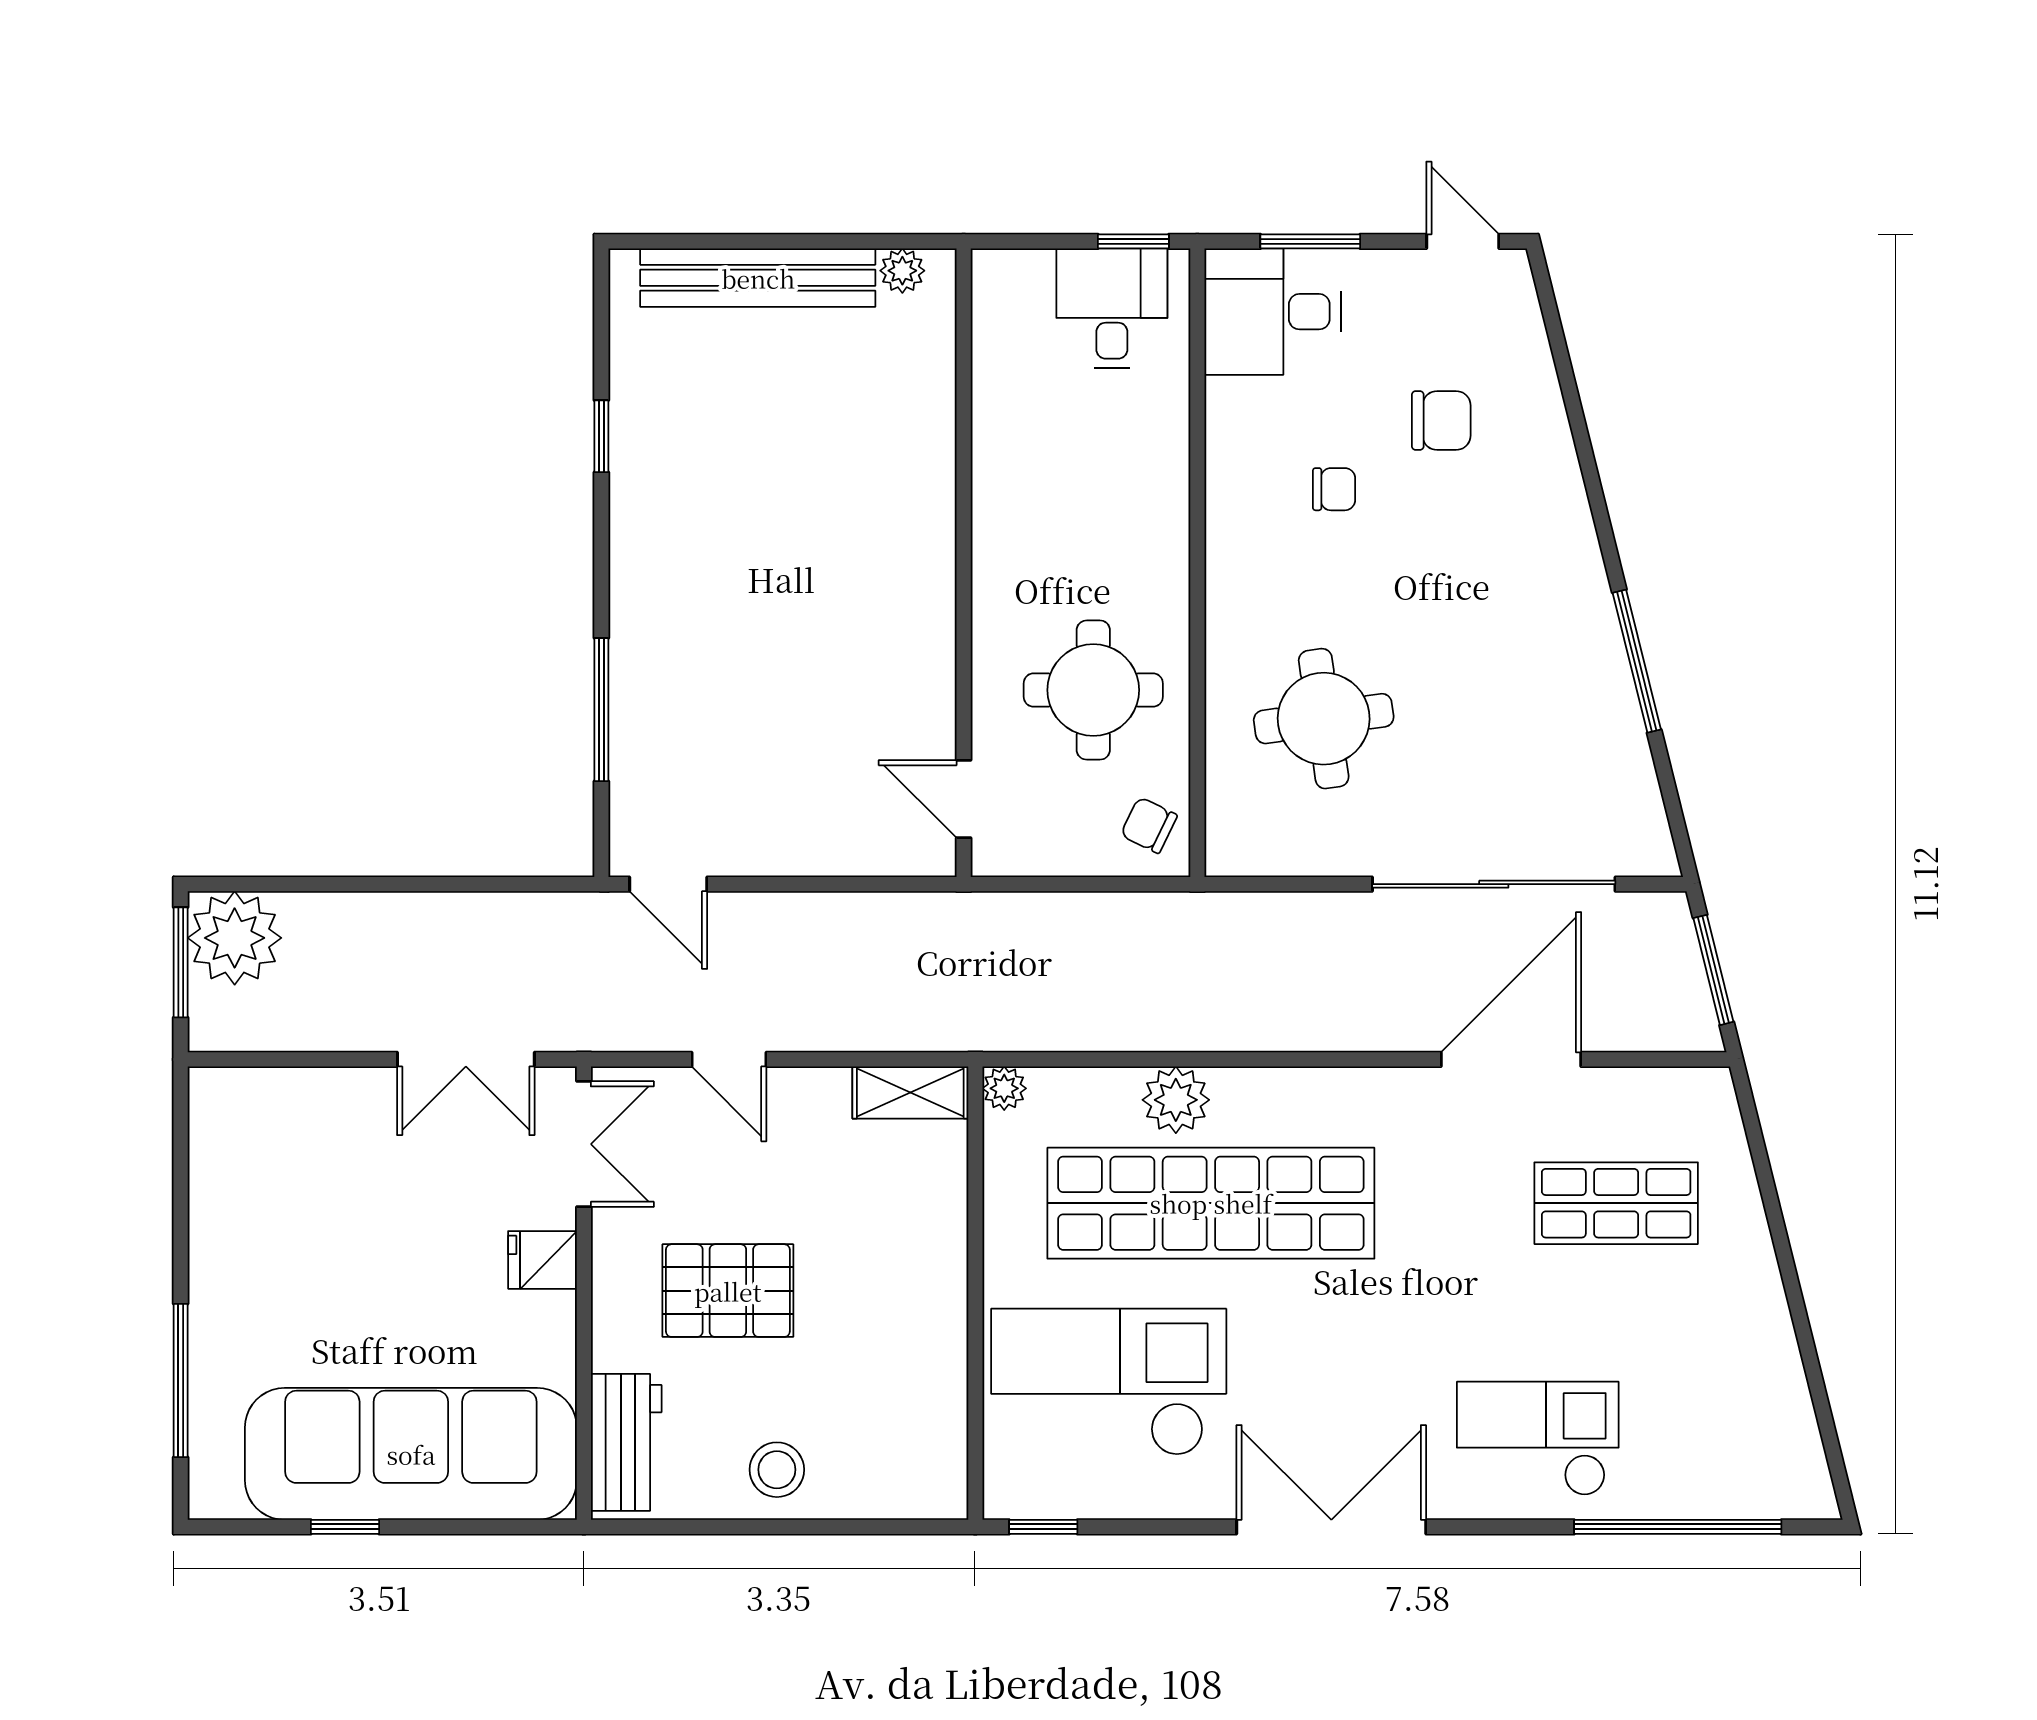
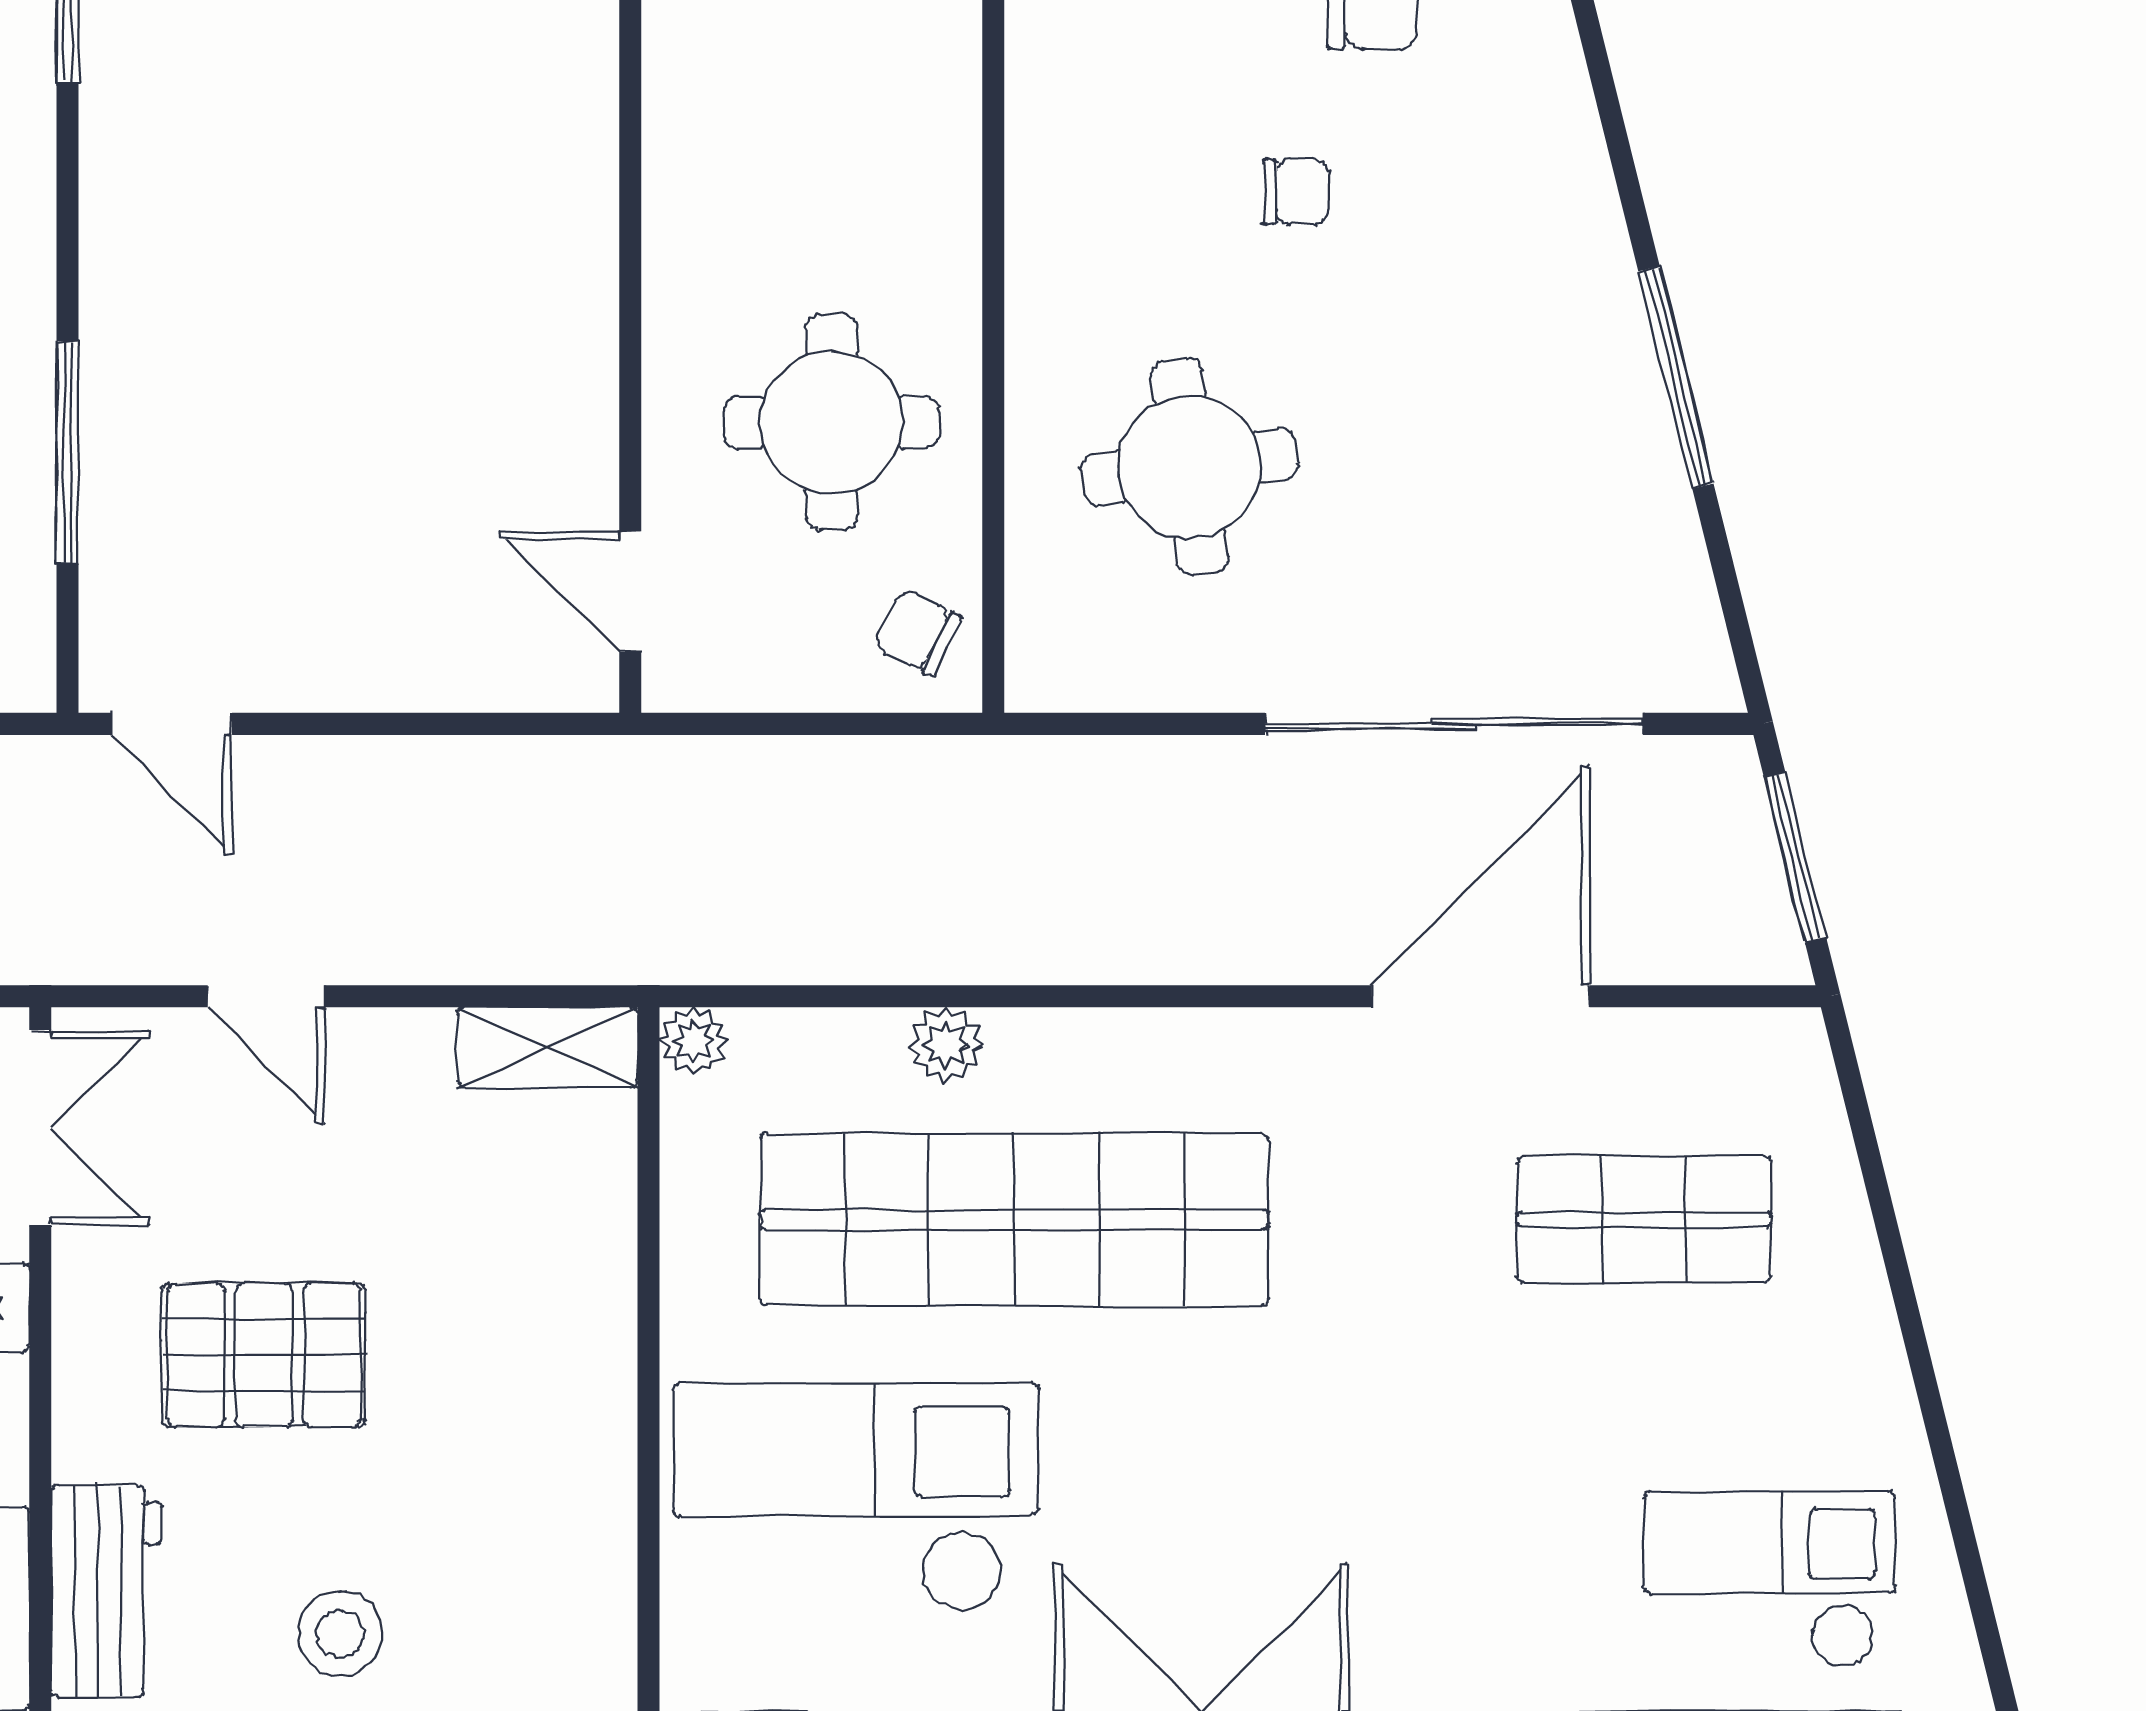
chair: (1334, 489) -> (1296, 192), moved
plant: (1176, 1100) -> (946, 1045), width x0.73, depth x0.73
checkout: (1538, 1439) -> (1770, 1579), moved

